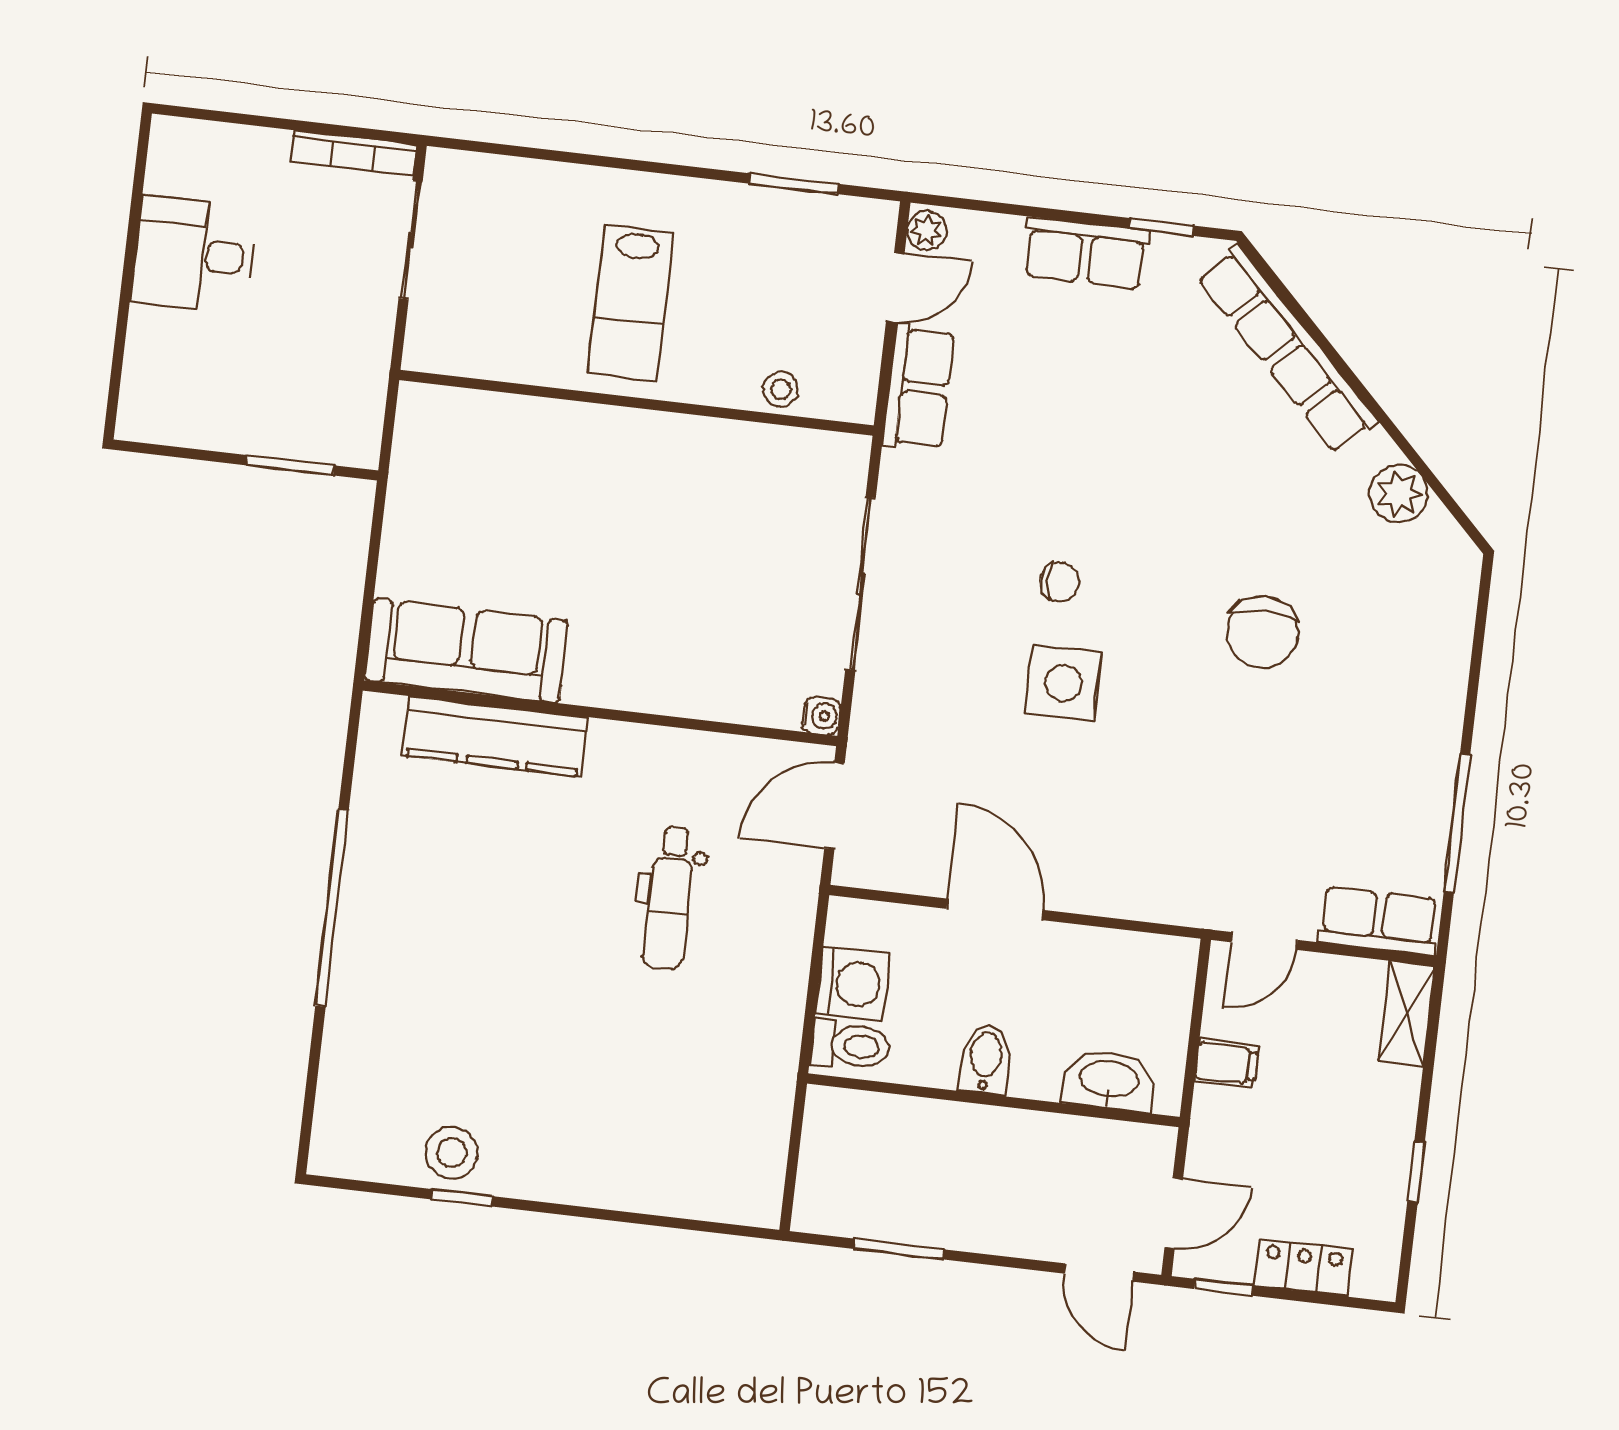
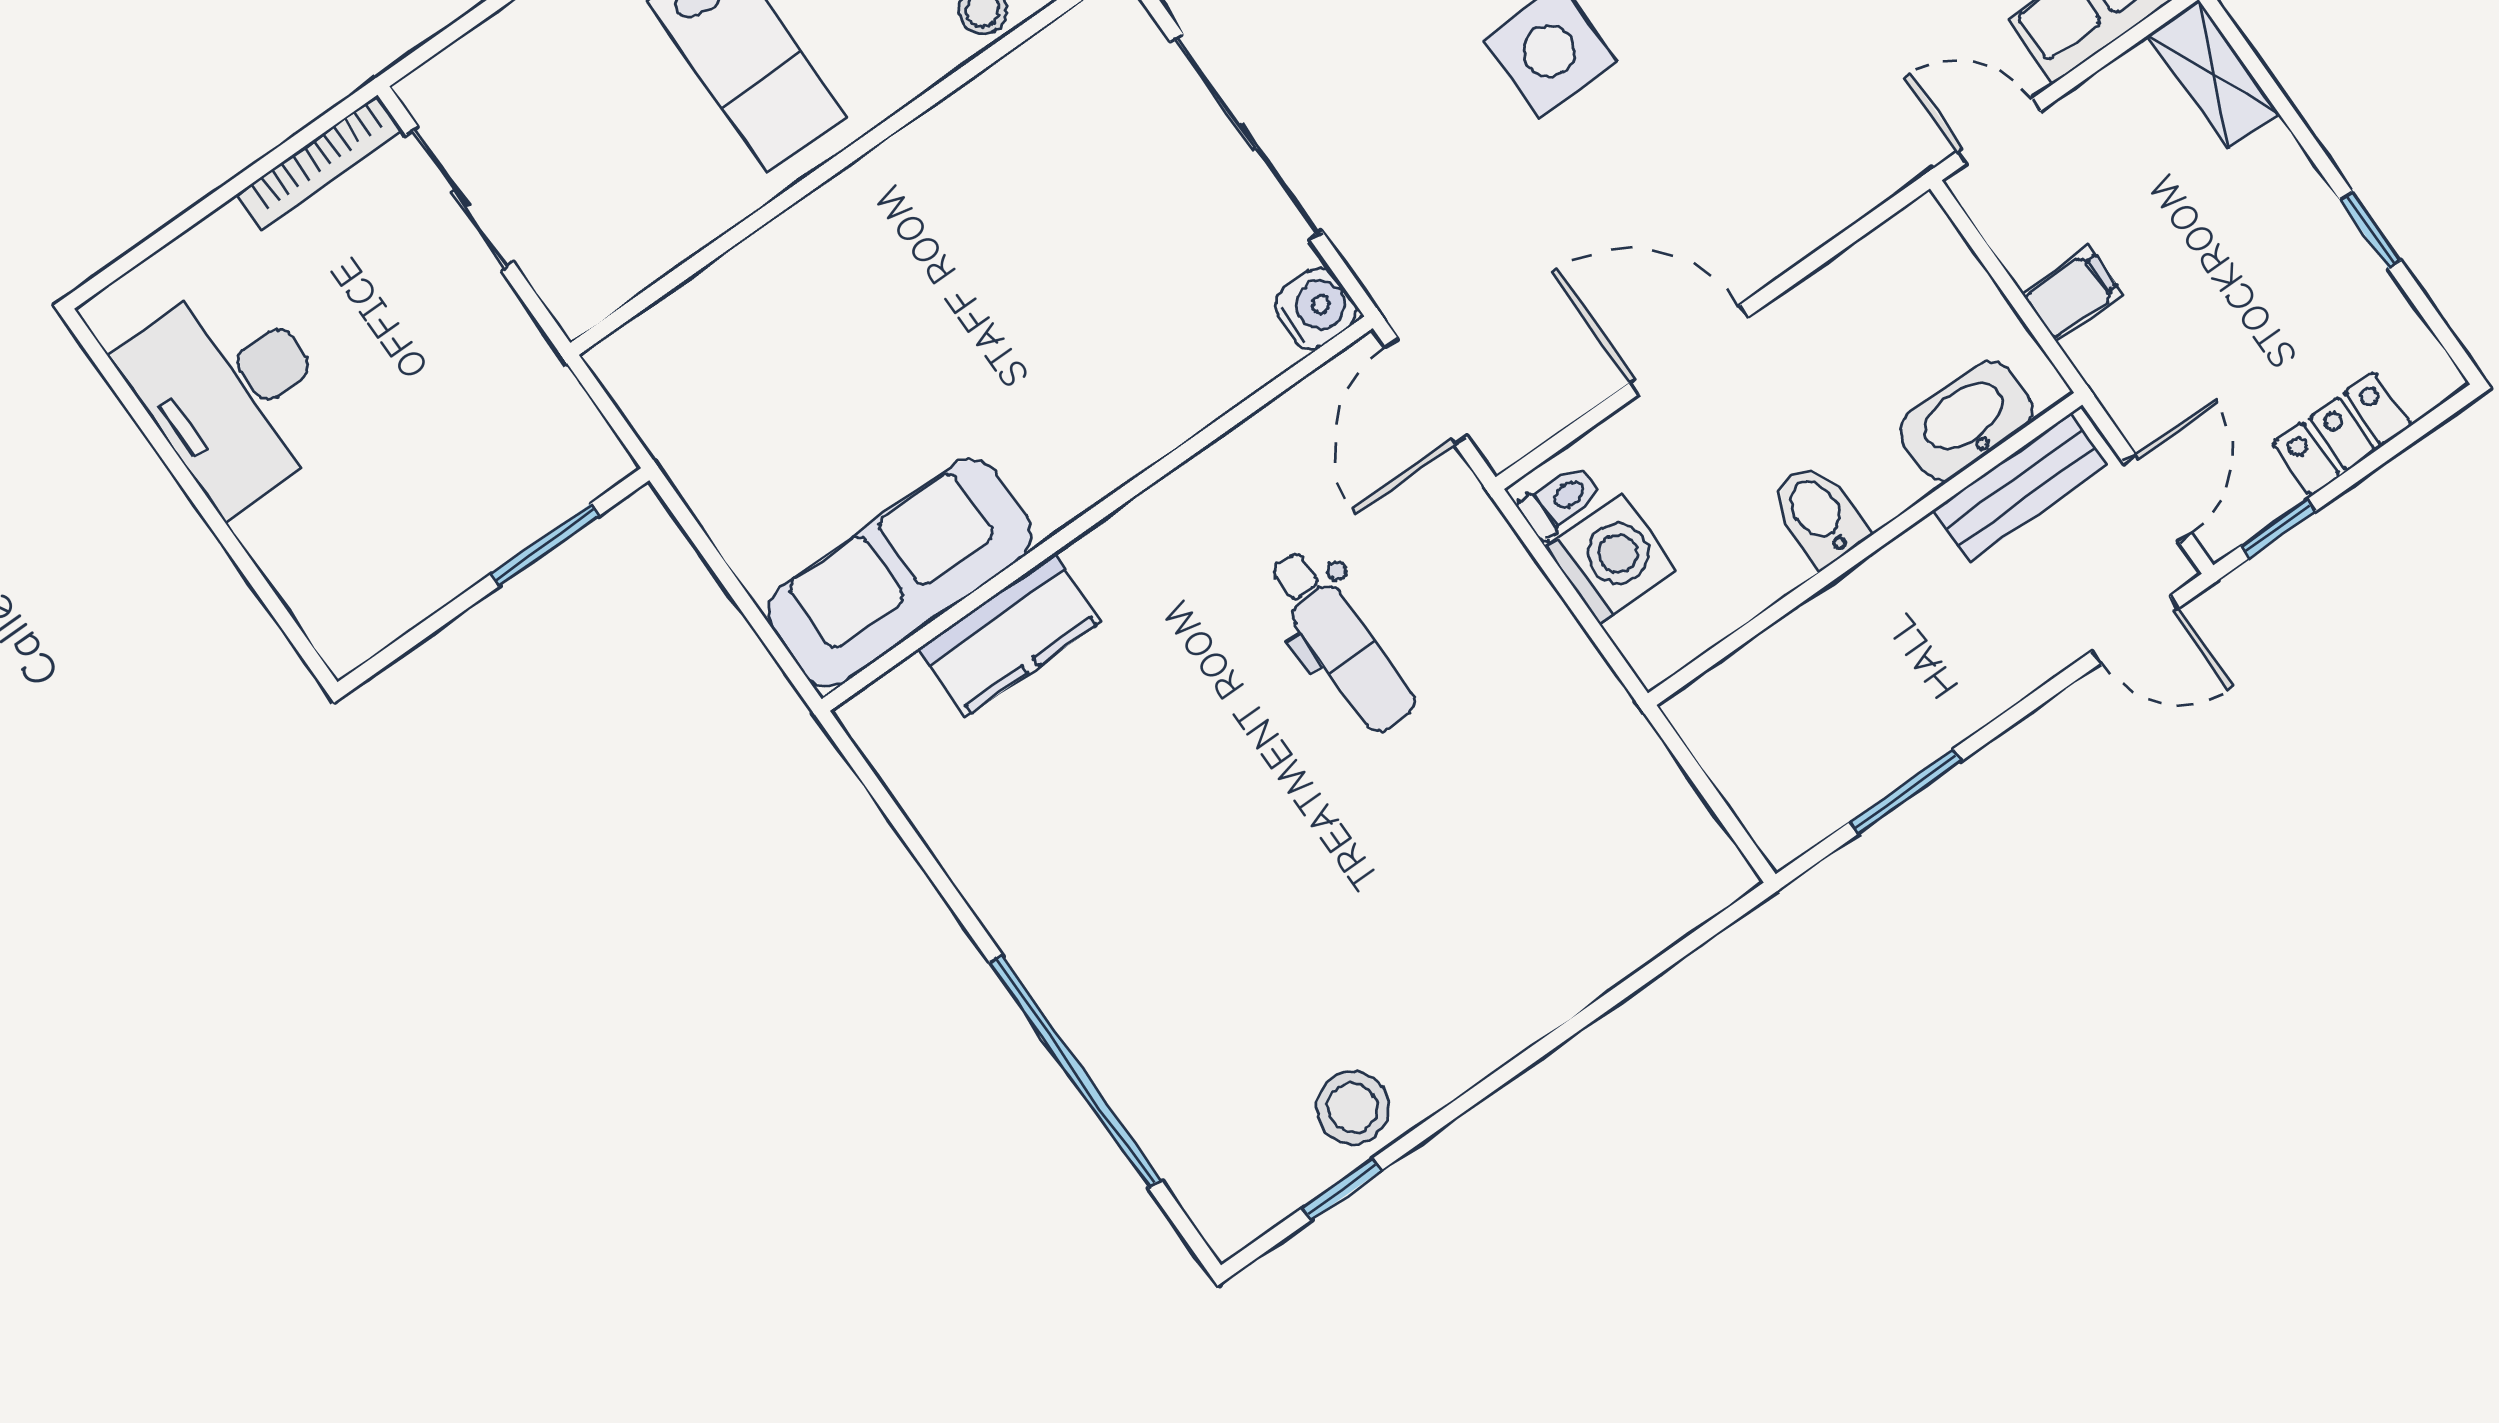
desk: (194, 254) -> (232, 393), width x1.37
water cooler: (821, 716) -> (1316, 308), width x1.38, depth x1.38
kitchen counter: (495, 736) -> (1009, 635), width x0.67
window: (332, 908) -> (1076, 1072), moved
door: (1264, 941) -> (1998, 132), swing flipped
toilet: (850, 1045) -> (1560, 501), moved, width x0.73, depth x0.72
bench: (1105, 1142) -> (2020, 488), added
window: (461, 1198) -> (1342, 1189), moved

